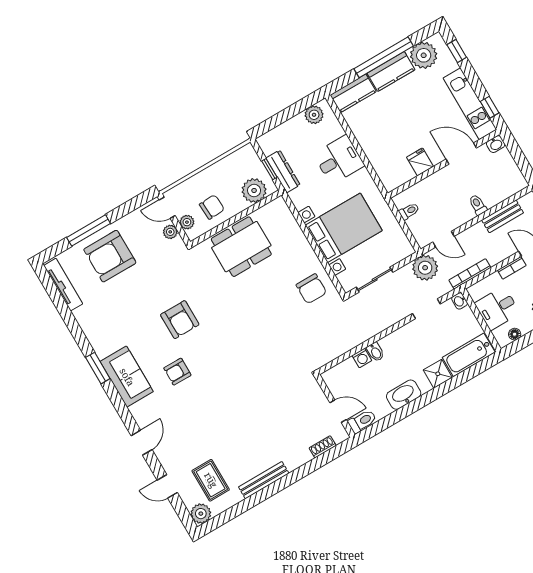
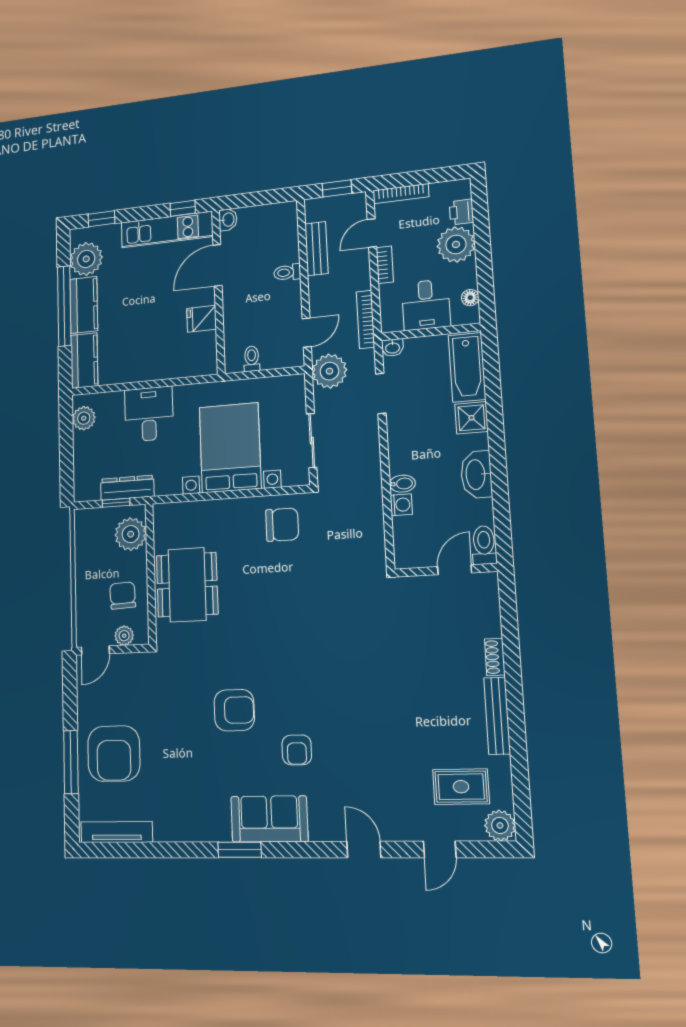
plant: (170, 232) -> (125, 663), removed
shoe rack: (323, 447) -> (495, 657), moved

